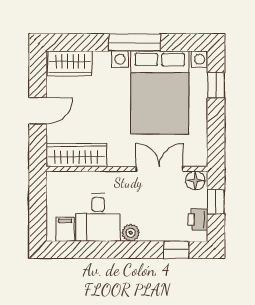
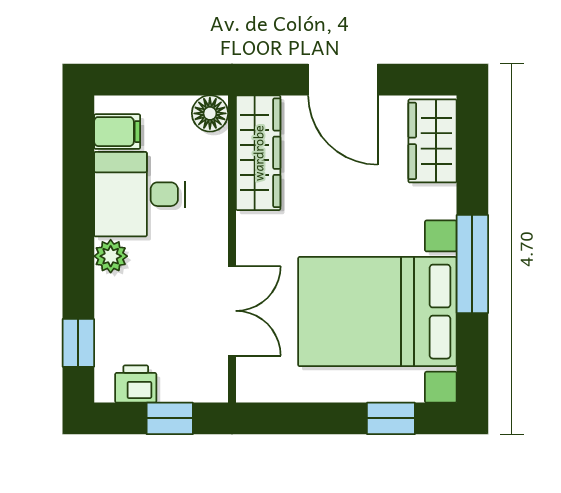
door: (38, 111) -> (343, 80), width x1.38
floor lamp: (195, 180) -> (210, 113), moved

